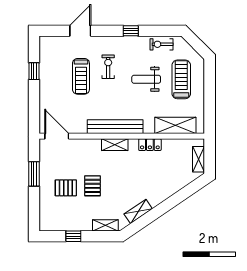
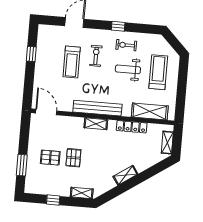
exercise bike: (162, 44) -> (126, 45), moved
locker: (150, 145) -> (132, 127), width x1.53
window: (34, 174) -> (22, 165), moved
shelving: (138, 211) -> (125, 175), moved

